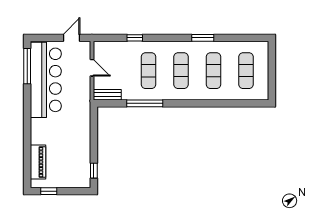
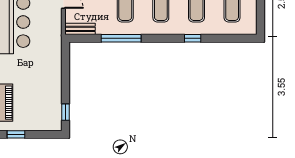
window: (210, 103) -> (193, 38), added

